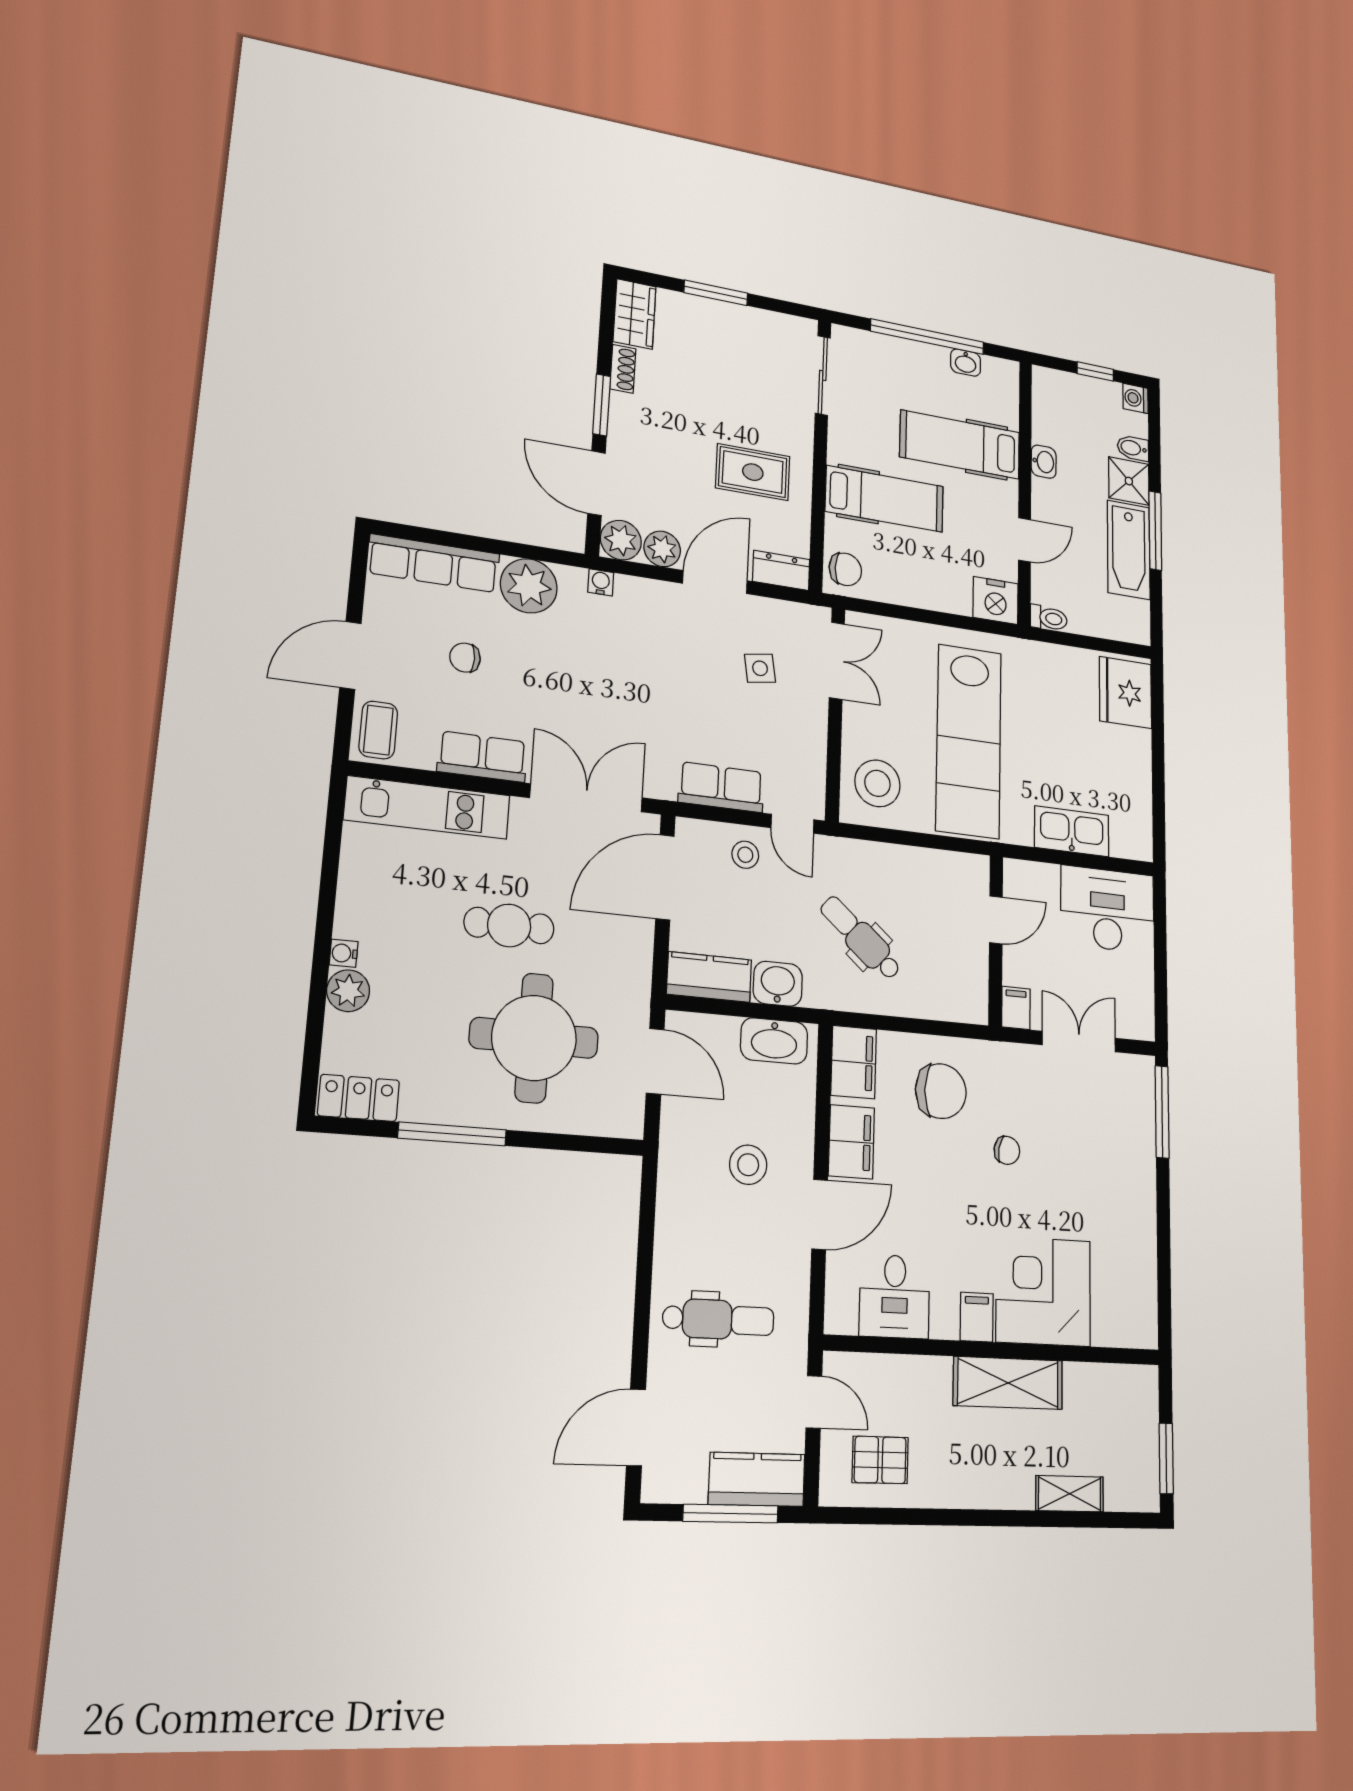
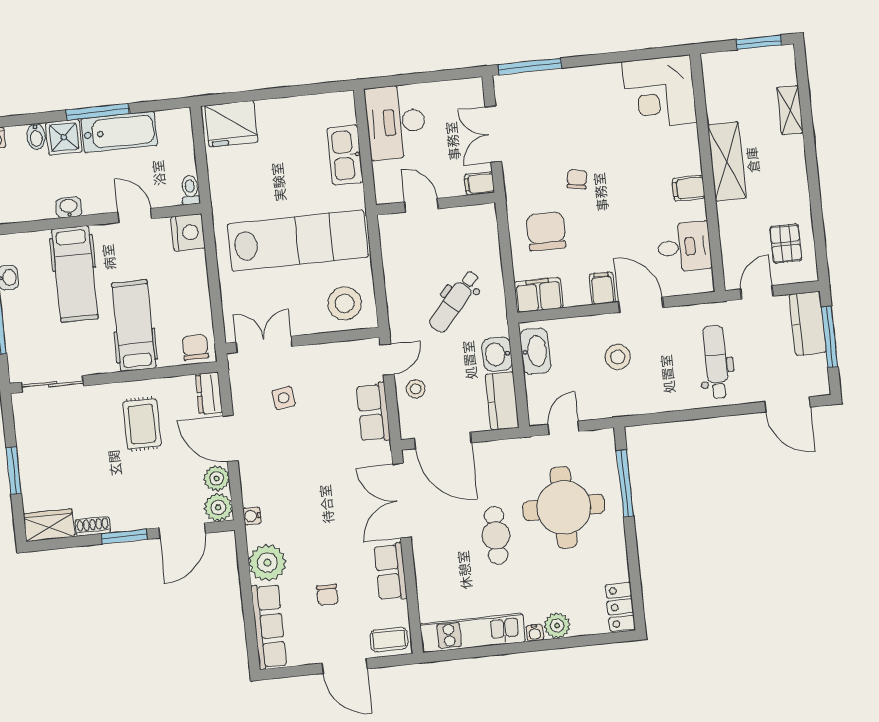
kitchen unit: (427, 808) -> (473, 633), moved, turned -90
door: (655, 1061) -> (563, 428), width x0.73
window: (452, 1134) -> (625, 483), moved
filing cabinet: (851, 1142) -> (602, 288), width x0.50
corner desk: (1043, 1291) -> (659, 92), moved

